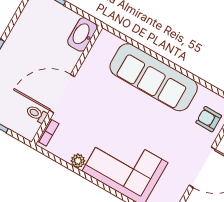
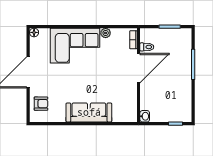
washbasin: (82, 34) -> (145, 116), width x0.52, depth x0.69
sofa: (154, 77) -> (89, 112), width x0.74, depth x0.79

